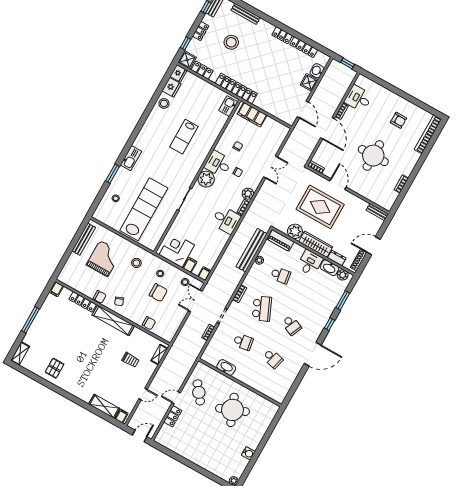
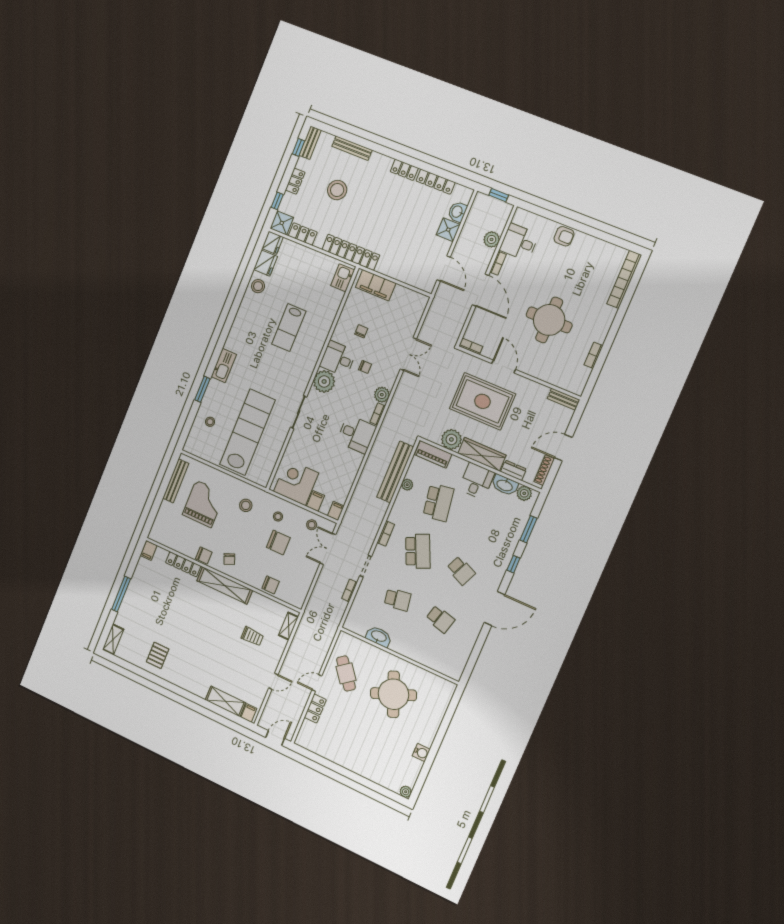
plant: (339, 94) -> (492, 239), added
armchair: (398, 120) -> (564, 236), moved
school desk: (281, 275) -> (438, 503), width x1.85

